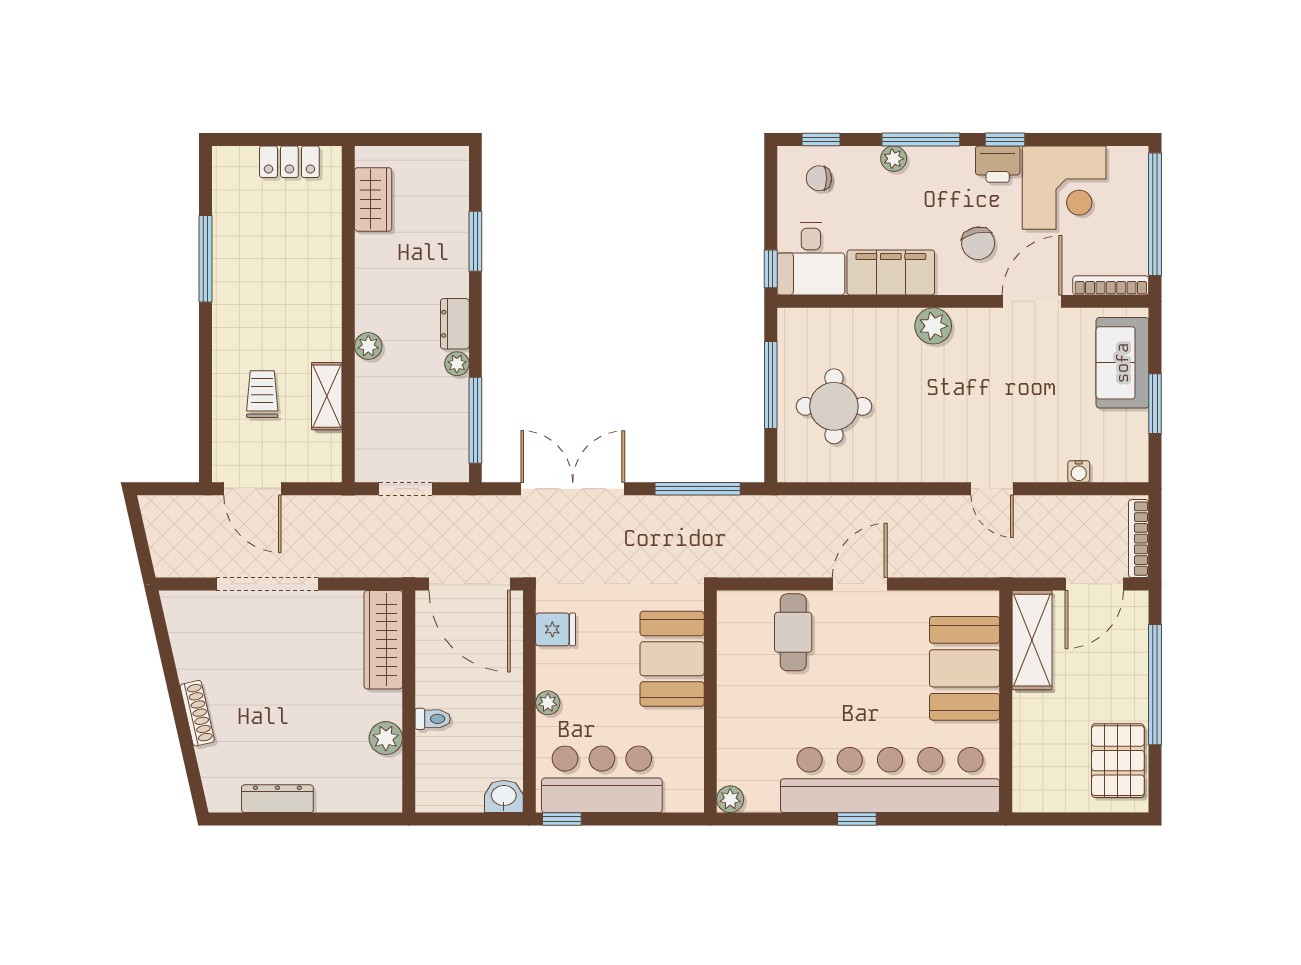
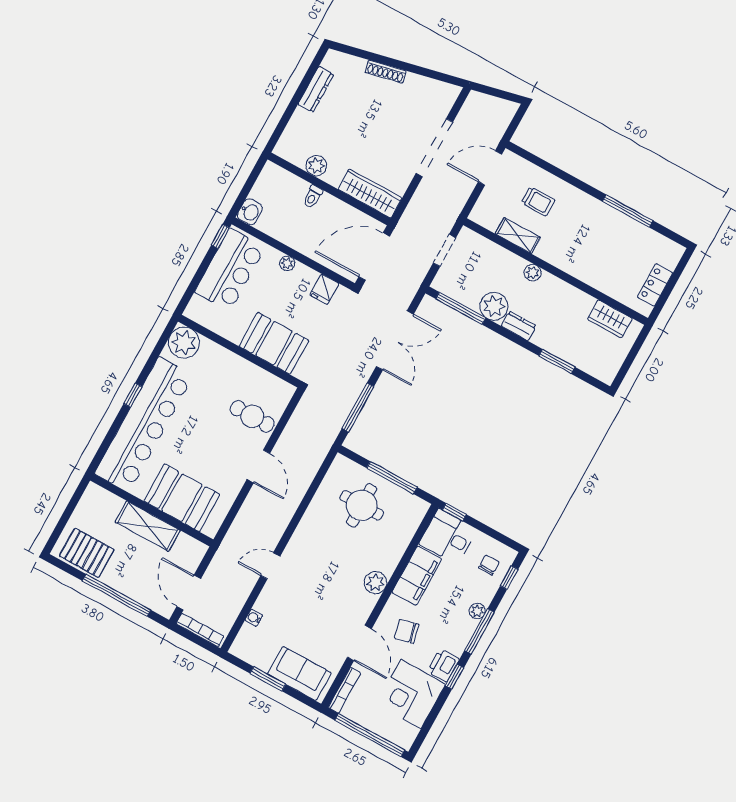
plant: (457, 364) -> (494, 306), width x1.87, depth x1.87
shelving: (1032, 640) -> (148, 526), moved
plant: (730, 799) -> (184, 343), width x1.88, depth x1.88

